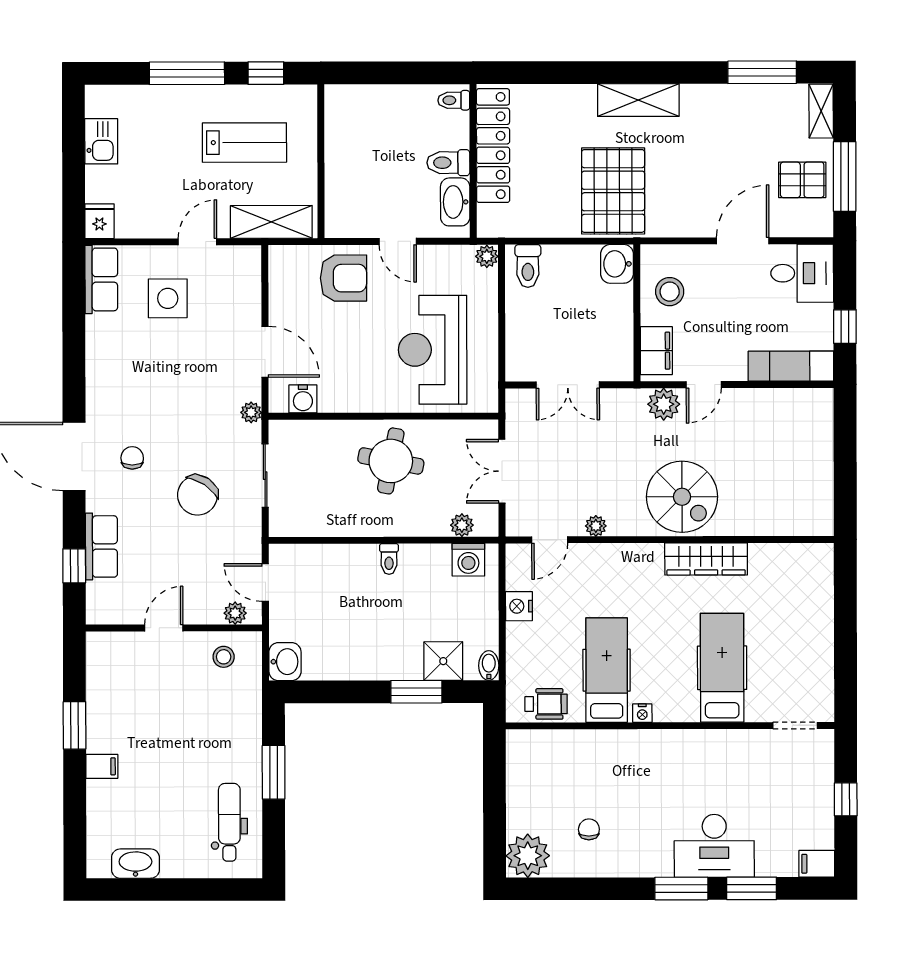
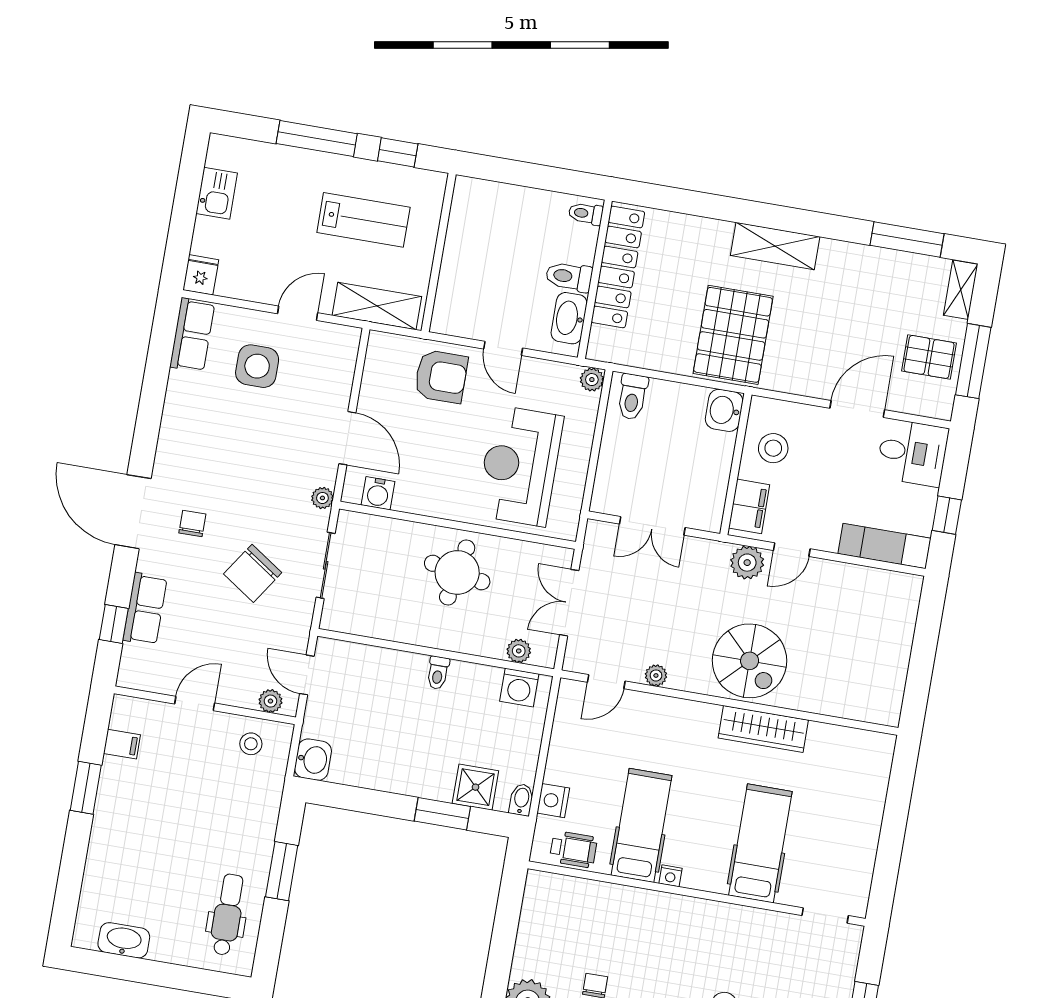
nightstand: (519, 606) -> (553, 801), moved
filing cabinet: (102, 766) -> (122, 744), moved

